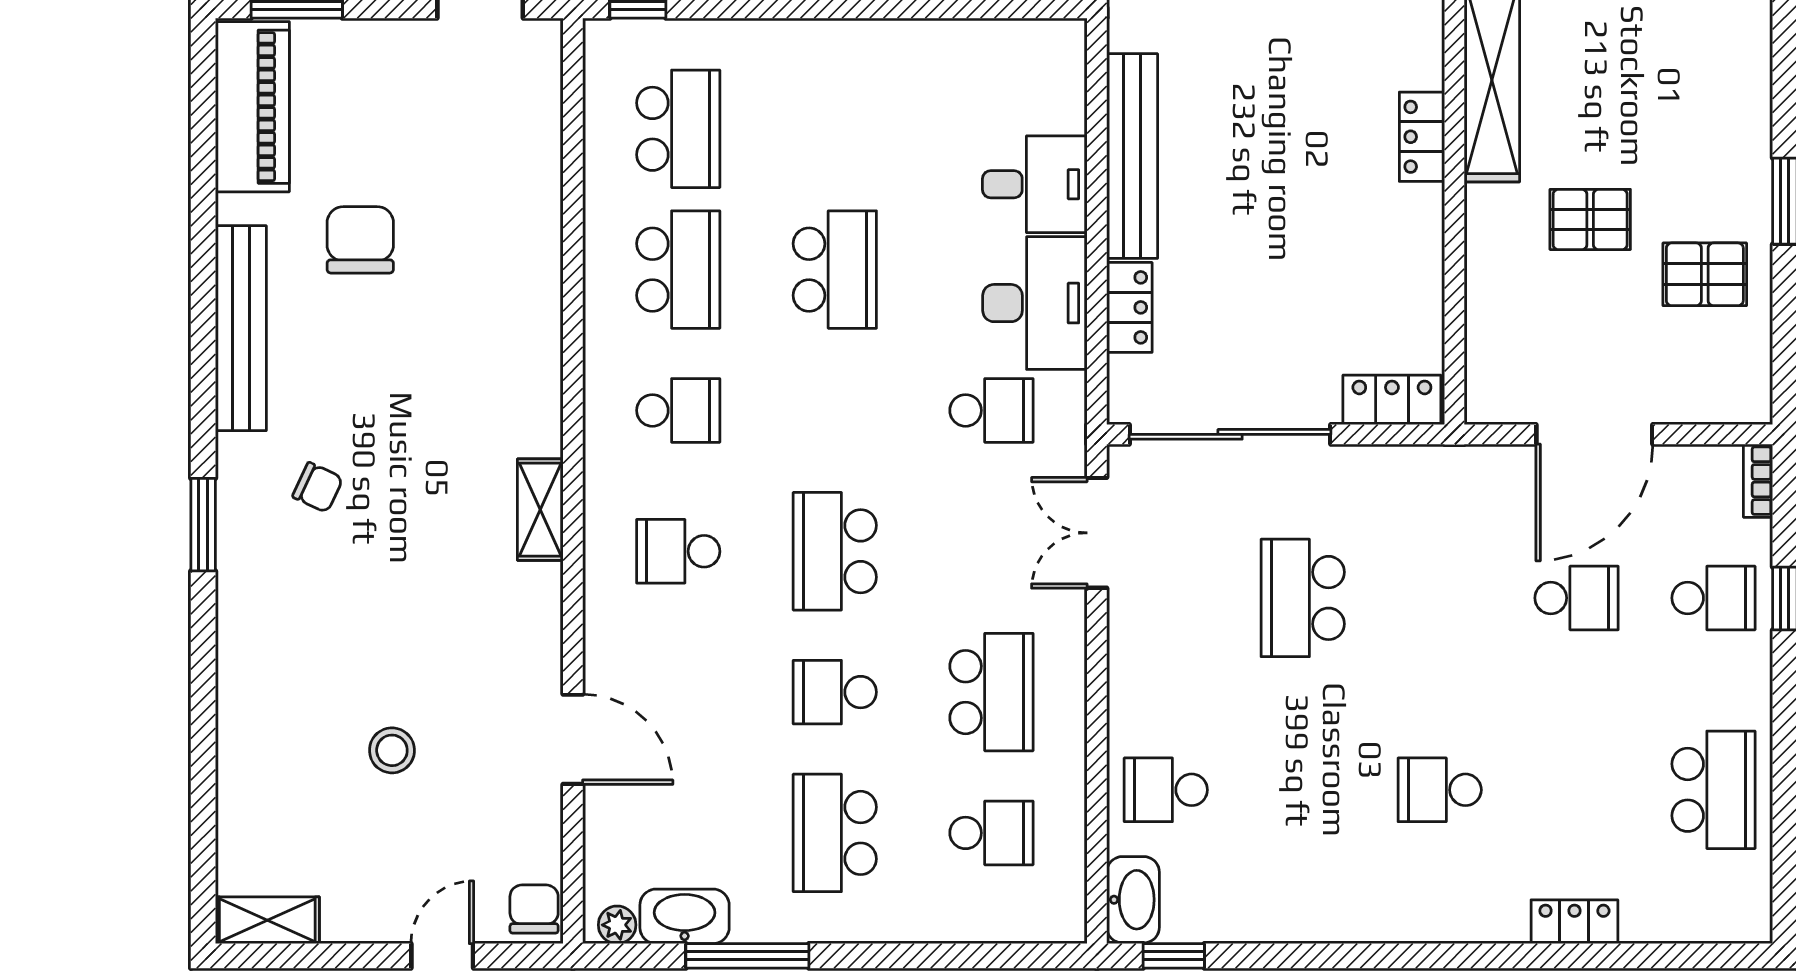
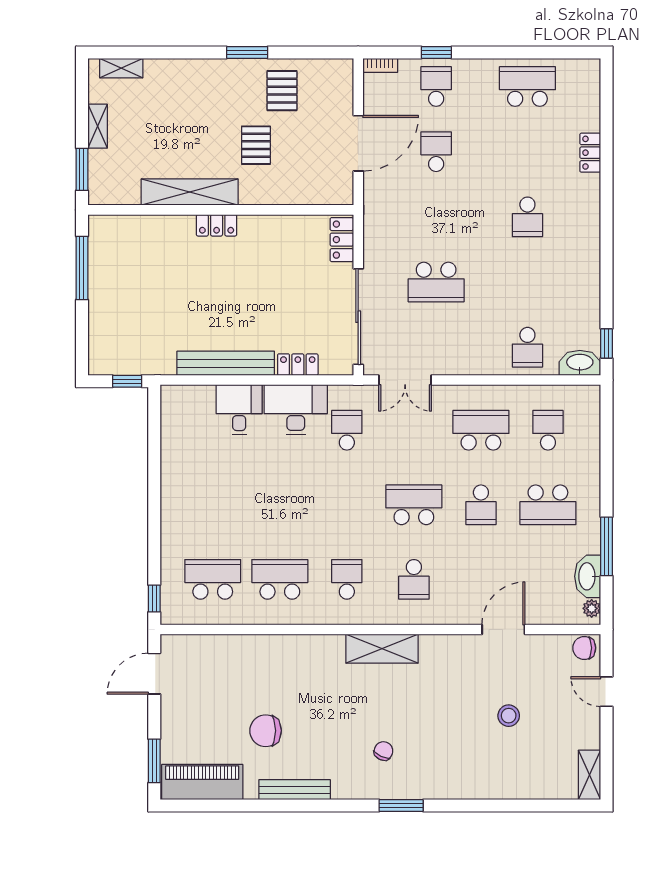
school desk: (835, 270) -> (280, 505), removed
bench: (241, 328) -> (295, 790), width x0.73, depth x0.82
door: (1594, 434) -> (358, 143), hinge flipped
shelving: (540, 510) -> (382, 649), width x1.50, depth x1.33
school desk: (835, 551) -> (414, 505), turned 180

